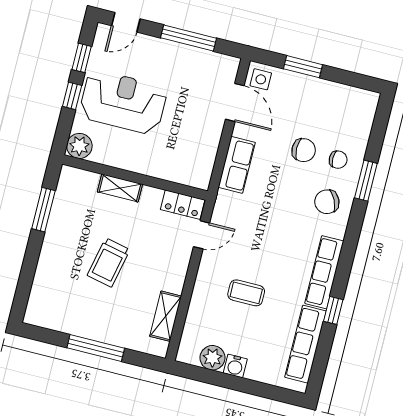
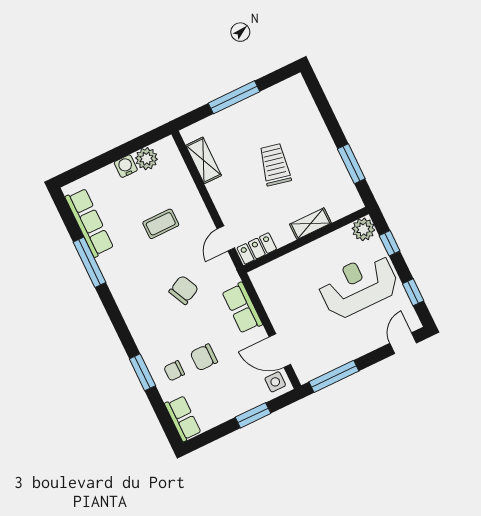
window: (188, 38) -> (334, 376), moved
window: (72, 96) -> (390, 243), moved
reception desk: (123, 102) -> (358, 286), turned 180
chair: (327, 202) -> (184, 290), moved
row of seats: (324, 272) -> (183, 418), moved, width x0.68
window: (333, 310) -> (89, 262), width x2.17

